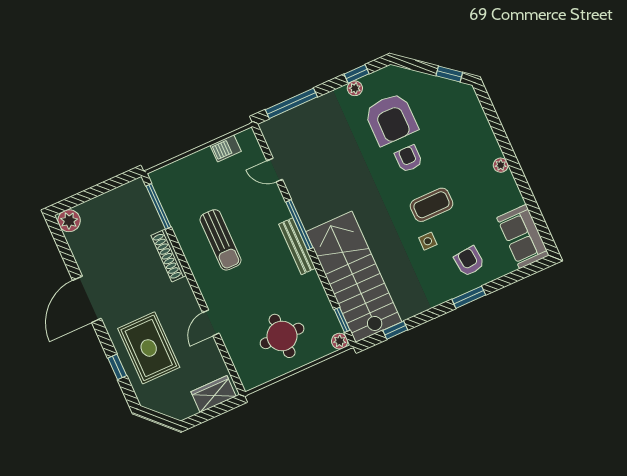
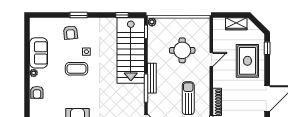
armchair: (409, 159) -> (37, 92), moved
sofa: (523, 237) -> (39, 53), moved
round table: (282, 336) -> (182, 50), moved
window: (117, 367) -> (267, 48), moved
wardrobe: (214, 394) -> (236, 24), moved

